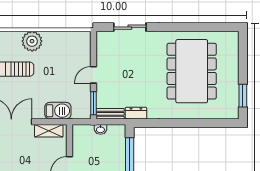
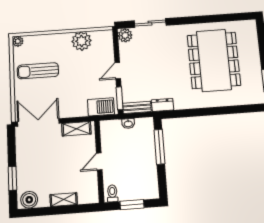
plant: (103, 38) -> (125, 35), added
plant: (32, 41) -> (82, 41), moved
barbecue: (58, 111) -> (101, 107), moved

